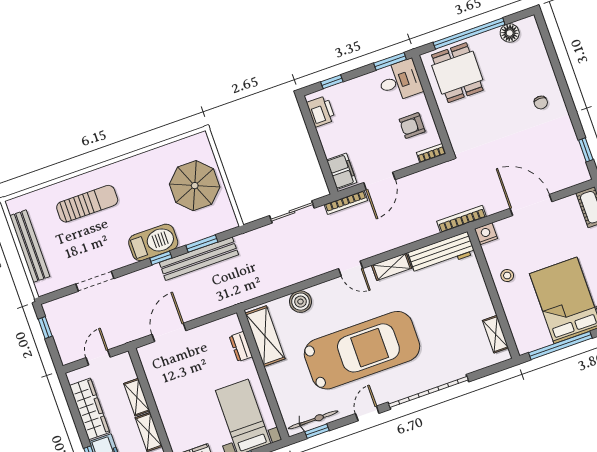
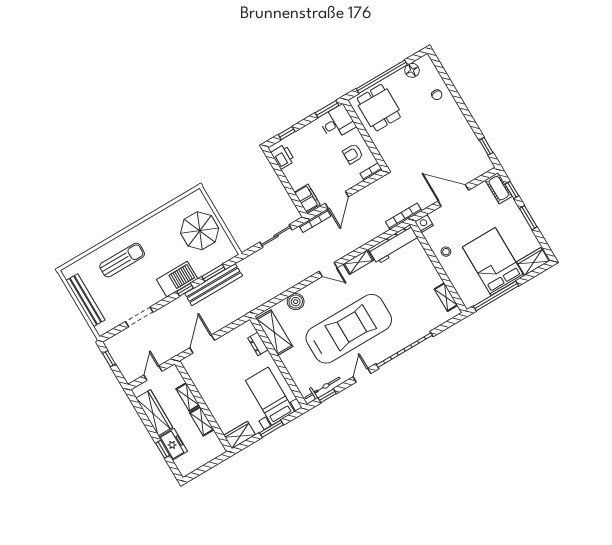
chair: (541, 103) -> (437, 95), moved

